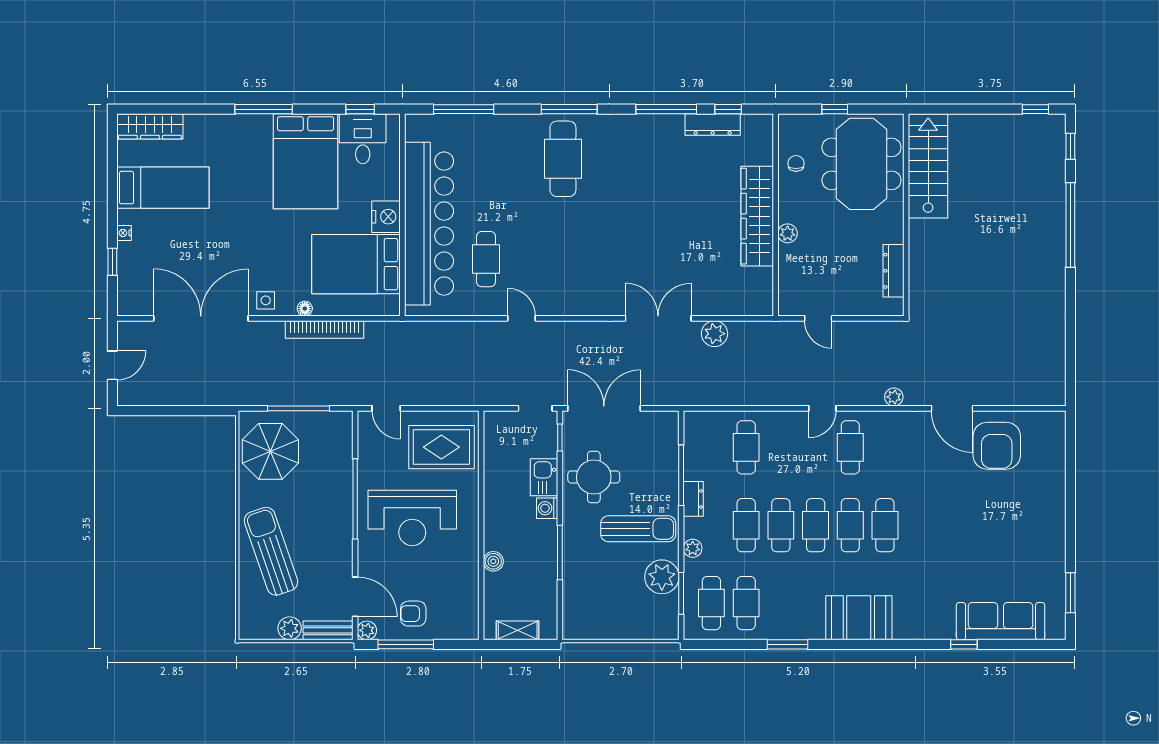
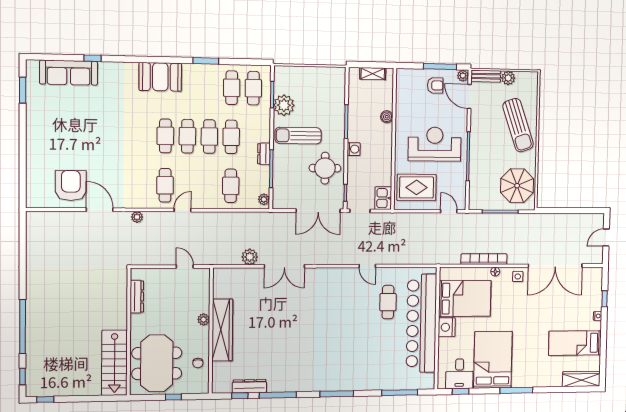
cafe table: (563, 159) -> (341, 364), removed
kitchen sink: (544, 477) -> (383, 198), moved, turned 180
cafe table: (885, 525) -> (143, 136), removed
plant: (693, 548) -> (264, 199), moved

